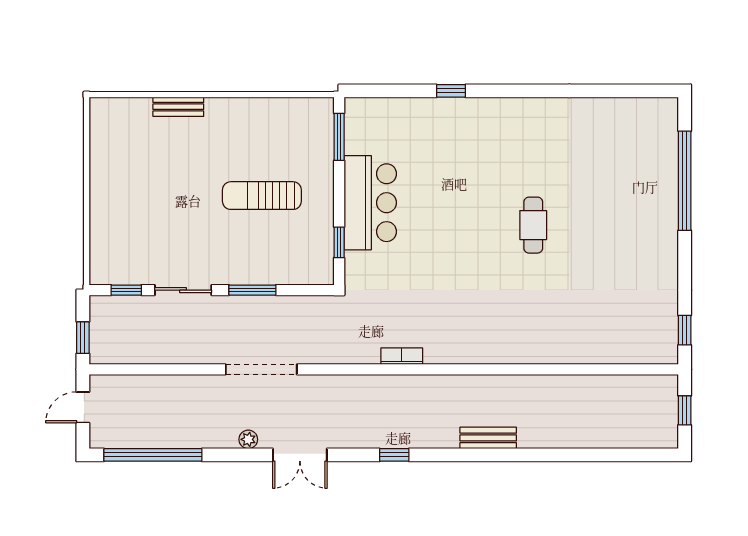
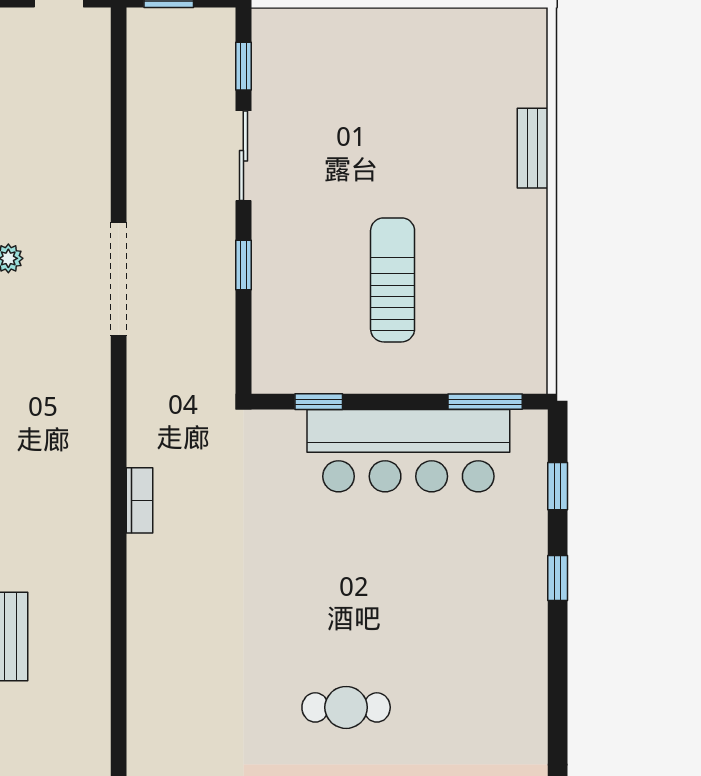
window: (393, 91) -> (558, 486), added
bar counter: (370, 203) -> (408, 451), width x1.36
window: (252, 290) -> (243, 265), width x0.67

